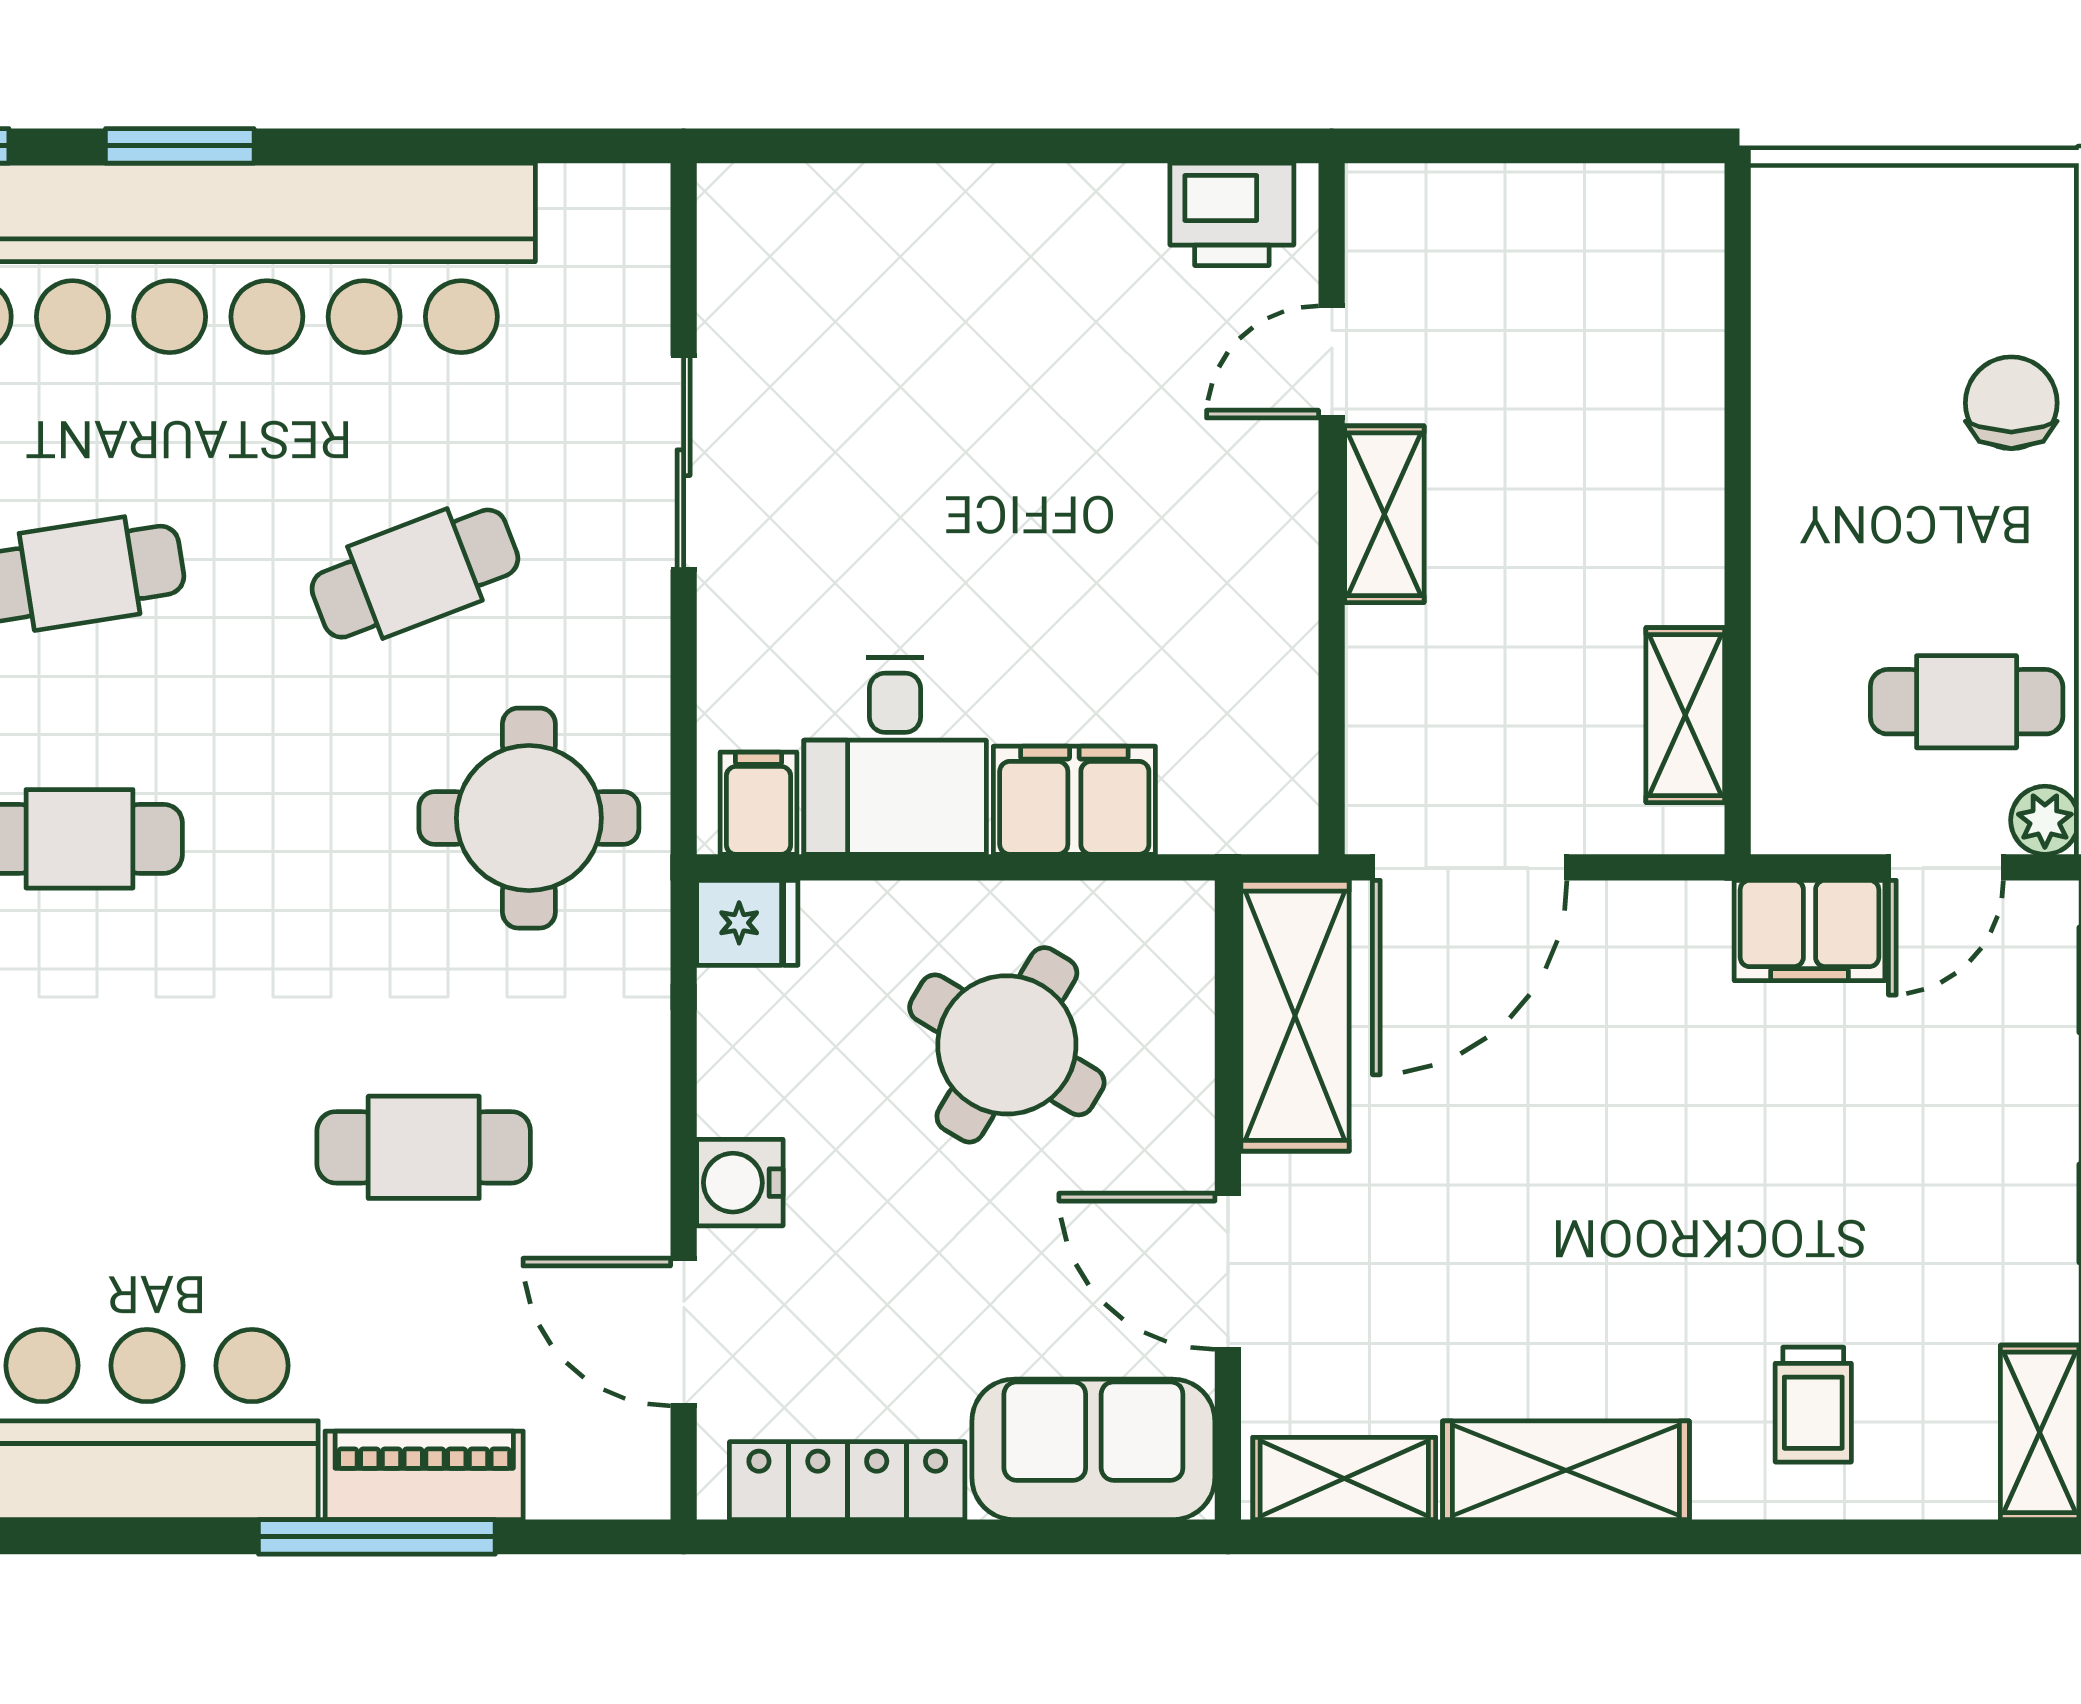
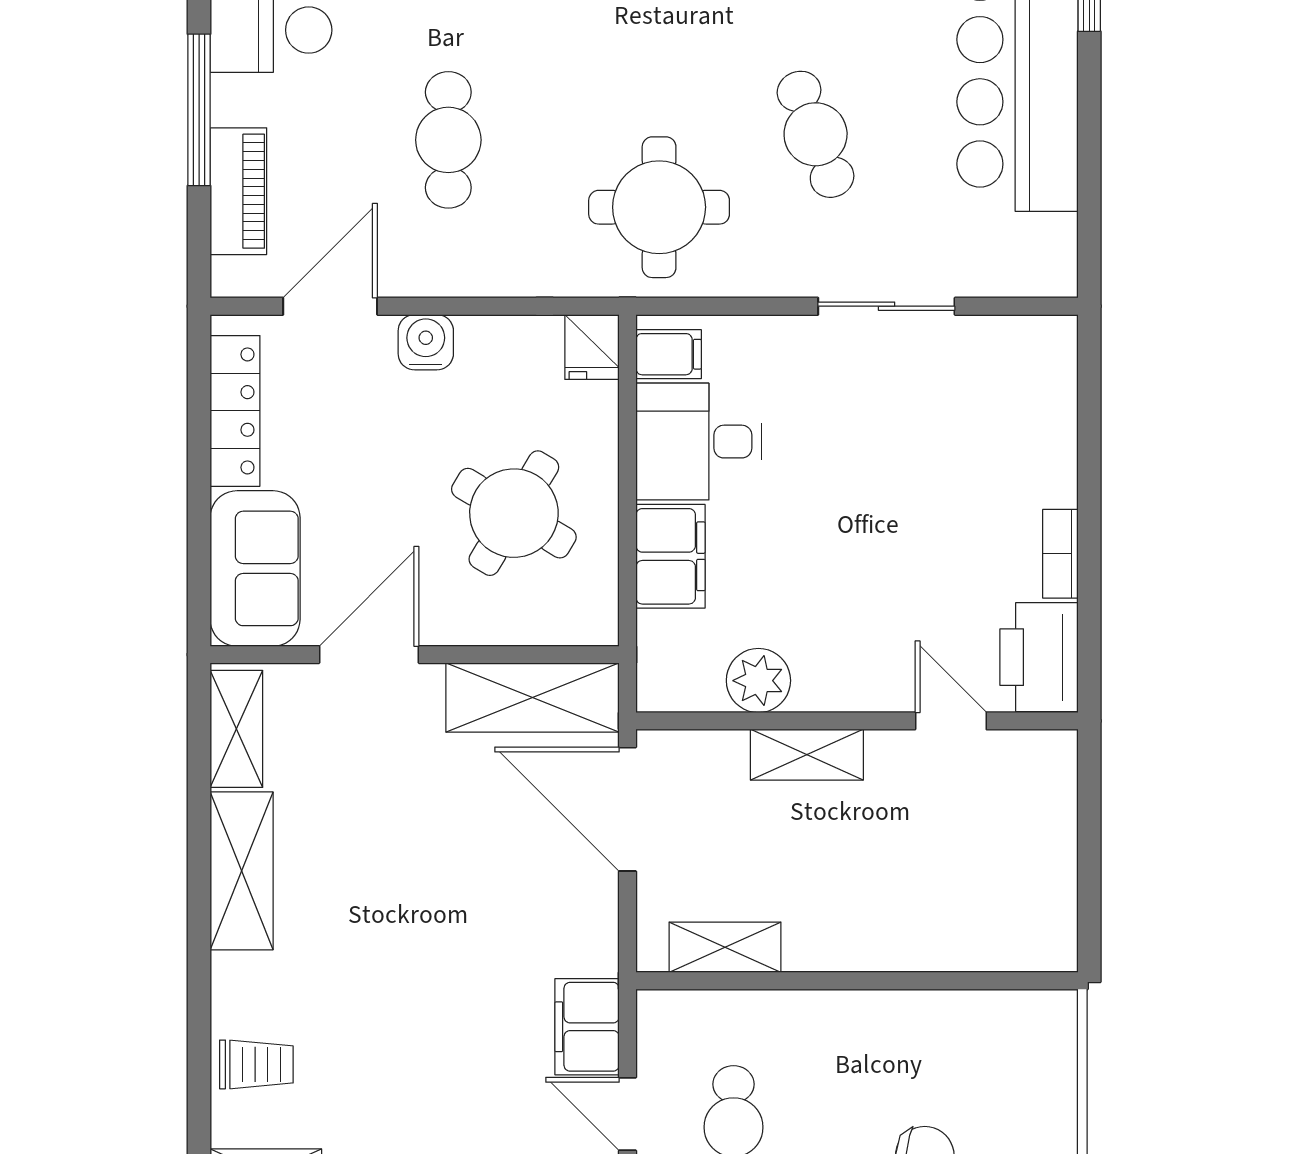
bookcase: (1070, 191) -> (1060, 554), added
printer: (1232, 214) -> (1039, 657), width x1.37, depth x1.19
shelving: (1384, 514) -> (807, 755), moved
plant: (1268, 663) -> (758, 681), added
trolley: (1813, 1405) -> (256, 1064), moved, turned 180
piano: (424, 1475) -> (238, 191), moved

